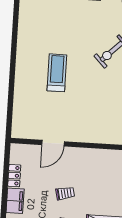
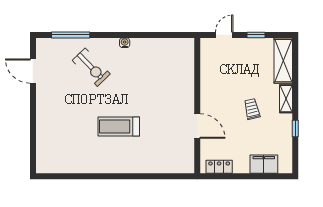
locker: (14, 176) -> (219, 167), moved

